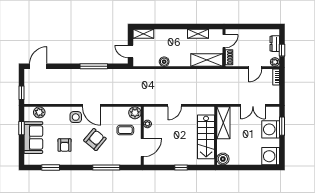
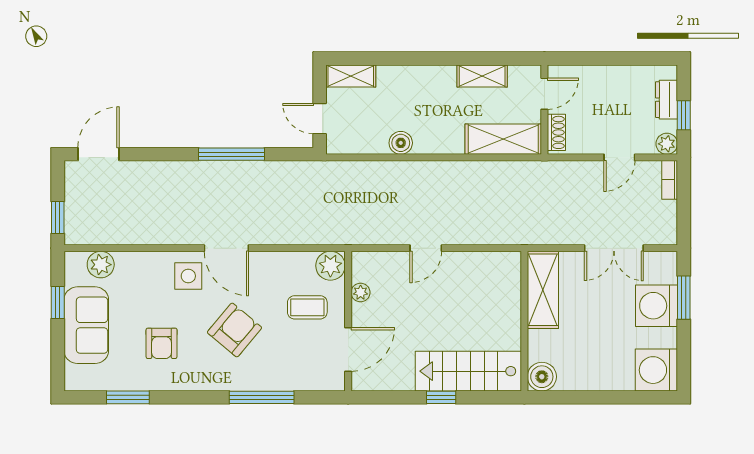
stairs: (206, 137) -> (468, 371), moved, turned 90

